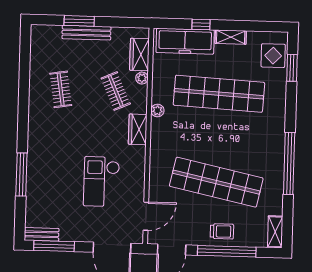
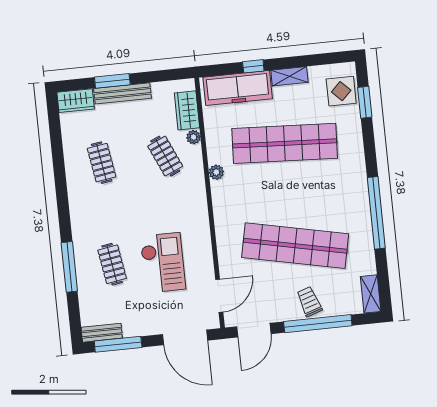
wardrobe: (138, 129) -> (76, 101), moved, turned -90
clothes rail: (58, 177) -> (112, 264), added
checkout: (101, 182) -> (163, 263), turned 180
trolley: (222, 231) -> (309, 302), turned -108

